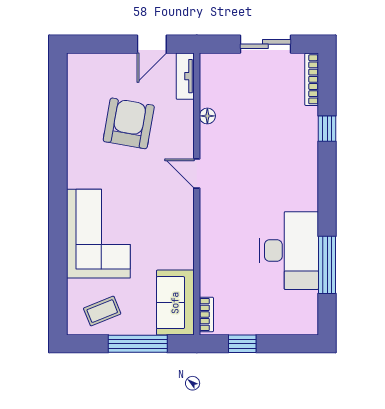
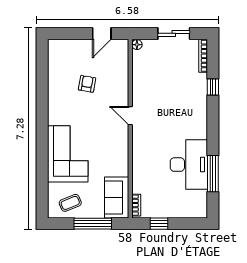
tv unit: (185, 76) -> (123, 54), removed
floor lamp: (207, 116) -> (137, 45), moved
armchair: (129, 123) -> (87, 84), width x0.53, depth x0.53

